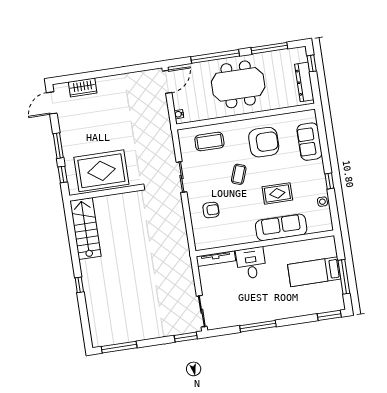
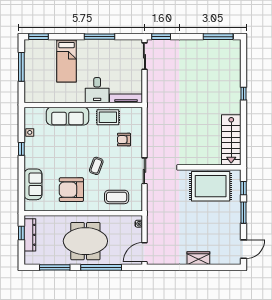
window: (312, 63) -> (21, 233), moved
wardrobe: (83, 87) -> (198, 258), moved
rug: (277, 193) -> (108, 117), moved
bed: (314, 272) -> (67, 61), moved, turned 90

